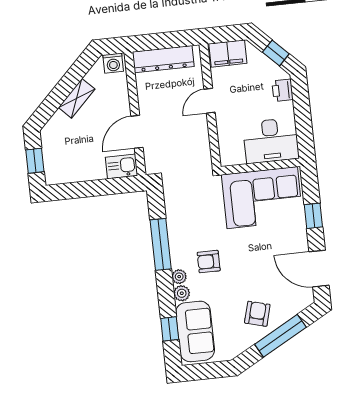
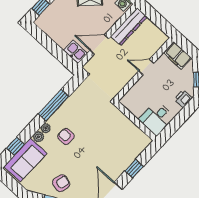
dresser: (163, 59) -> (129, 27), moved, turned -90
desk: (271, 141) -> (157, 118), width x0.73
corner sofa: (262, 198) -> (121, 135), removed

